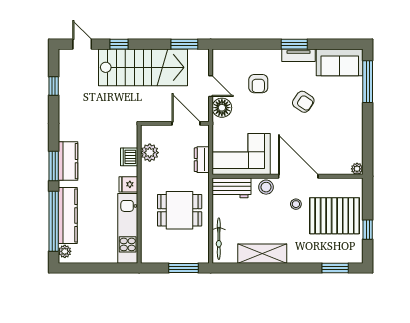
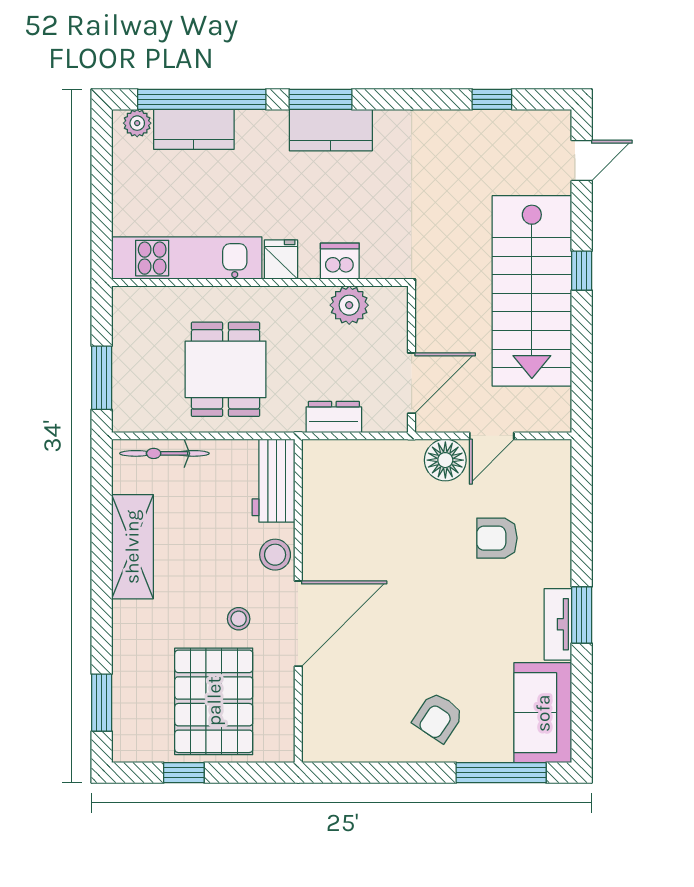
window: (119, 44) -> (582, 271), moved
window: (184, 44) -> (582, 380), removed
armchair: (303, 102) -> (438, 717), moved
corner sofa: (241, 154) -> (346, 501), removed
plant: (357, 169) -> (314, 750), removed
kitchen counter: (68, 216) -> (194, 129), width x0.67

